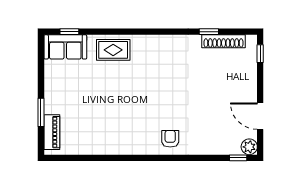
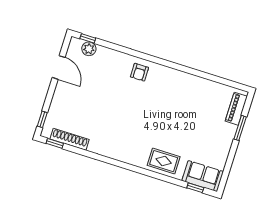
window: (209, 32) -> (55, 143), moved
plant: (249, 147) -> (89, 49), moved

